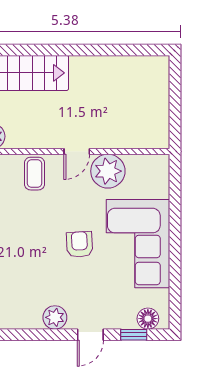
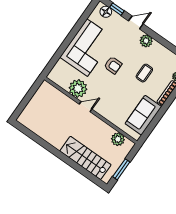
coffee table: (35, 174) -> (144, 73), moved
armchair: (79, 244) -> (113, 65), turned -87

